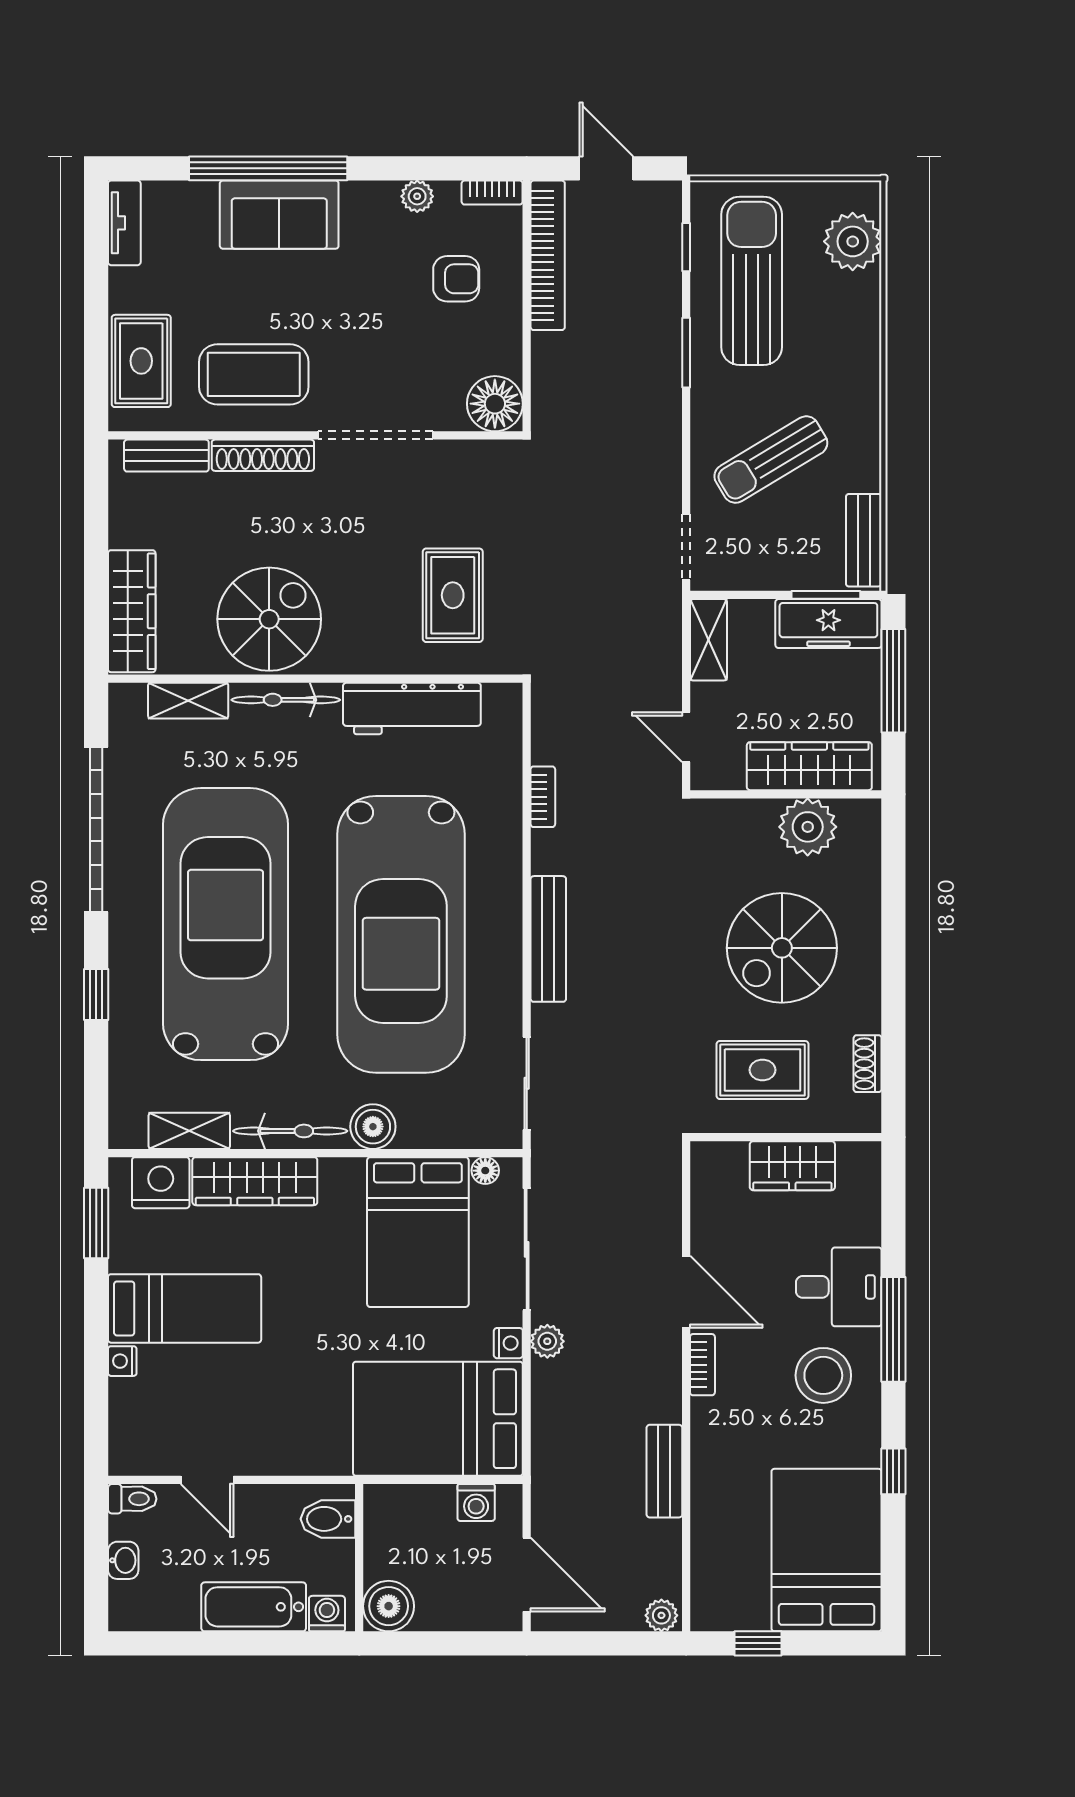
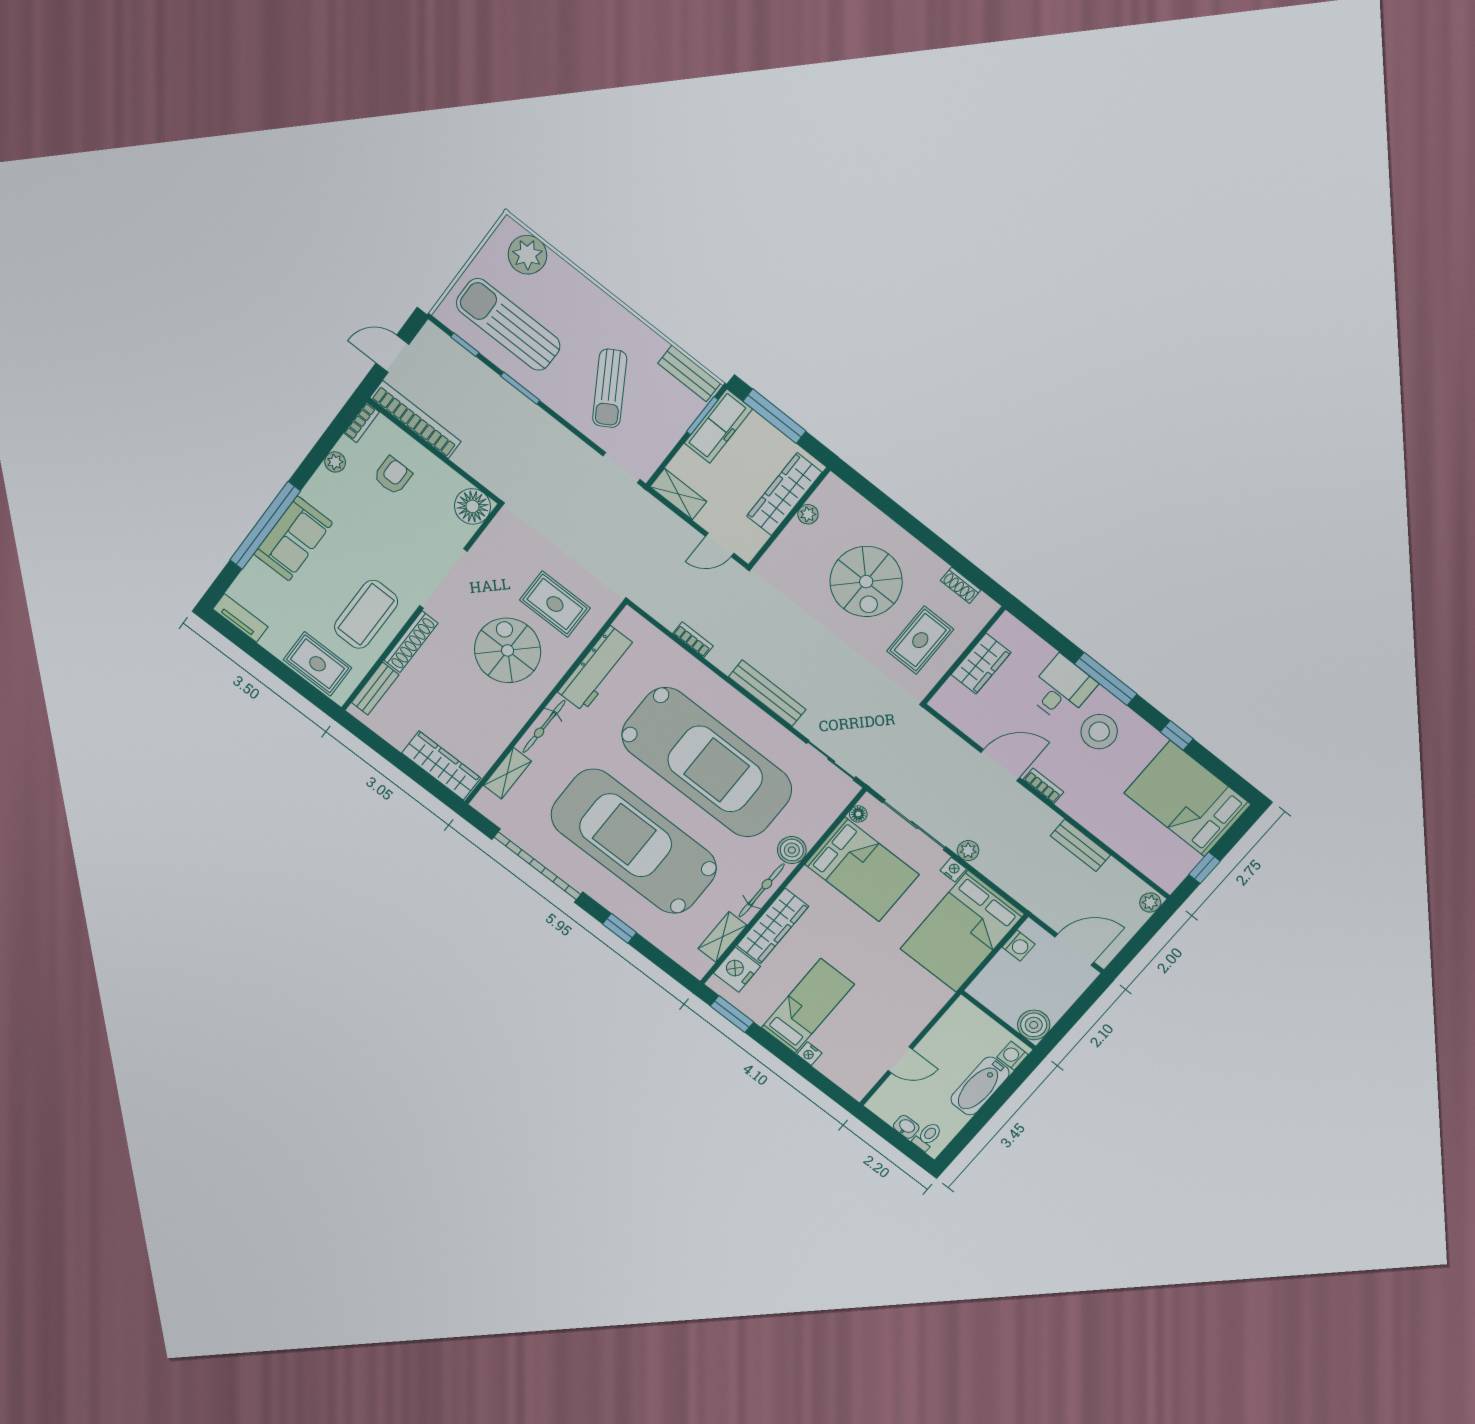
spiral stairs: (269, 619) -> (508, 650), moved
plant: (808, 827) -> (808, 514), width x0.53, depth x0.53
toilet: (132, 1499) -> (927, 1136), moved
bidet: (328, 1519) -> (967, 1020), removed

